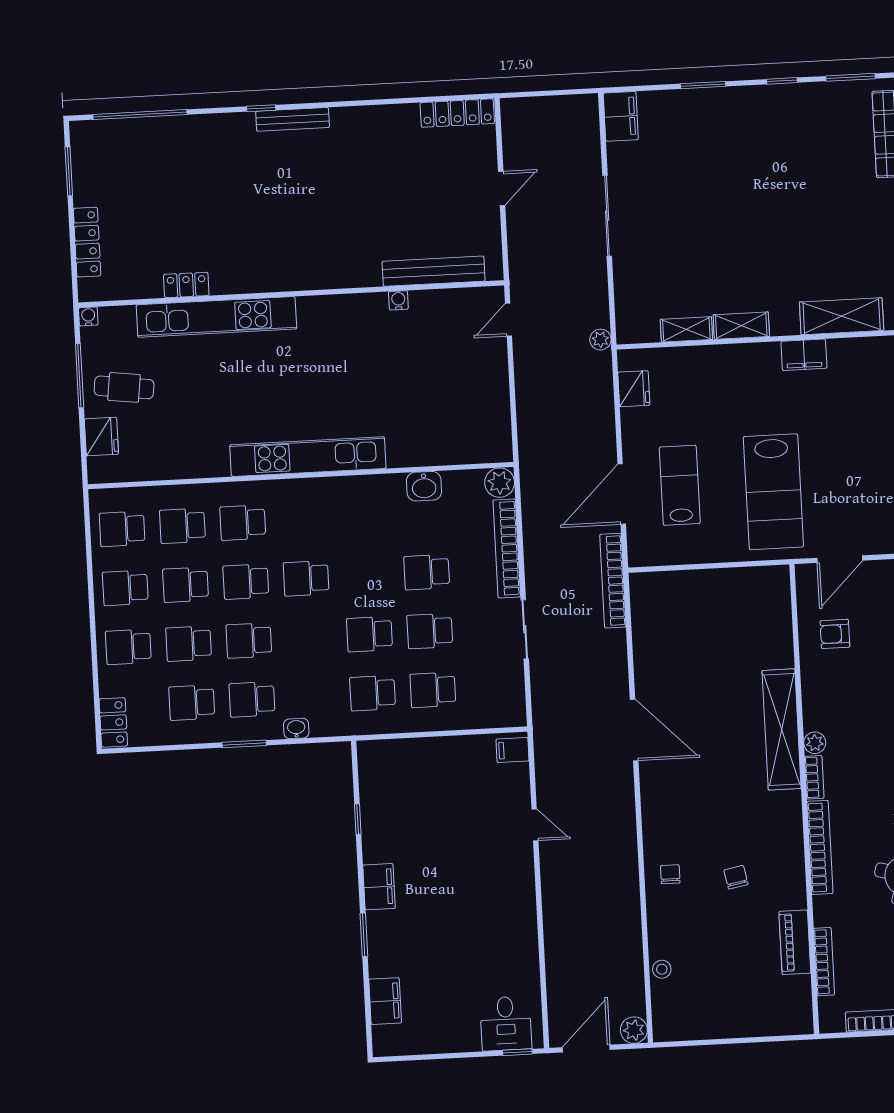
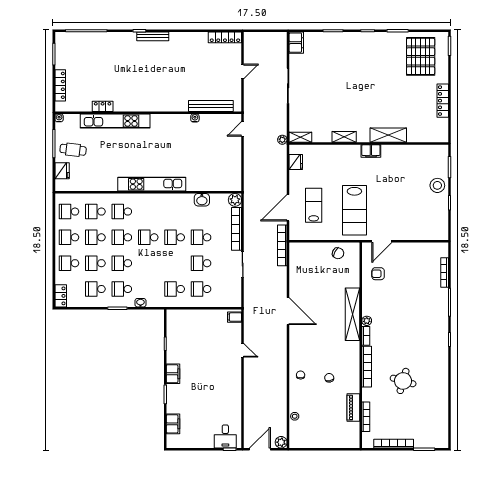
shelving: (686, 329) -> (300, 137), moved
chair: (741, 592) -> (338, 253), added
school desk: (369, 634) -> (175, 237), moved

